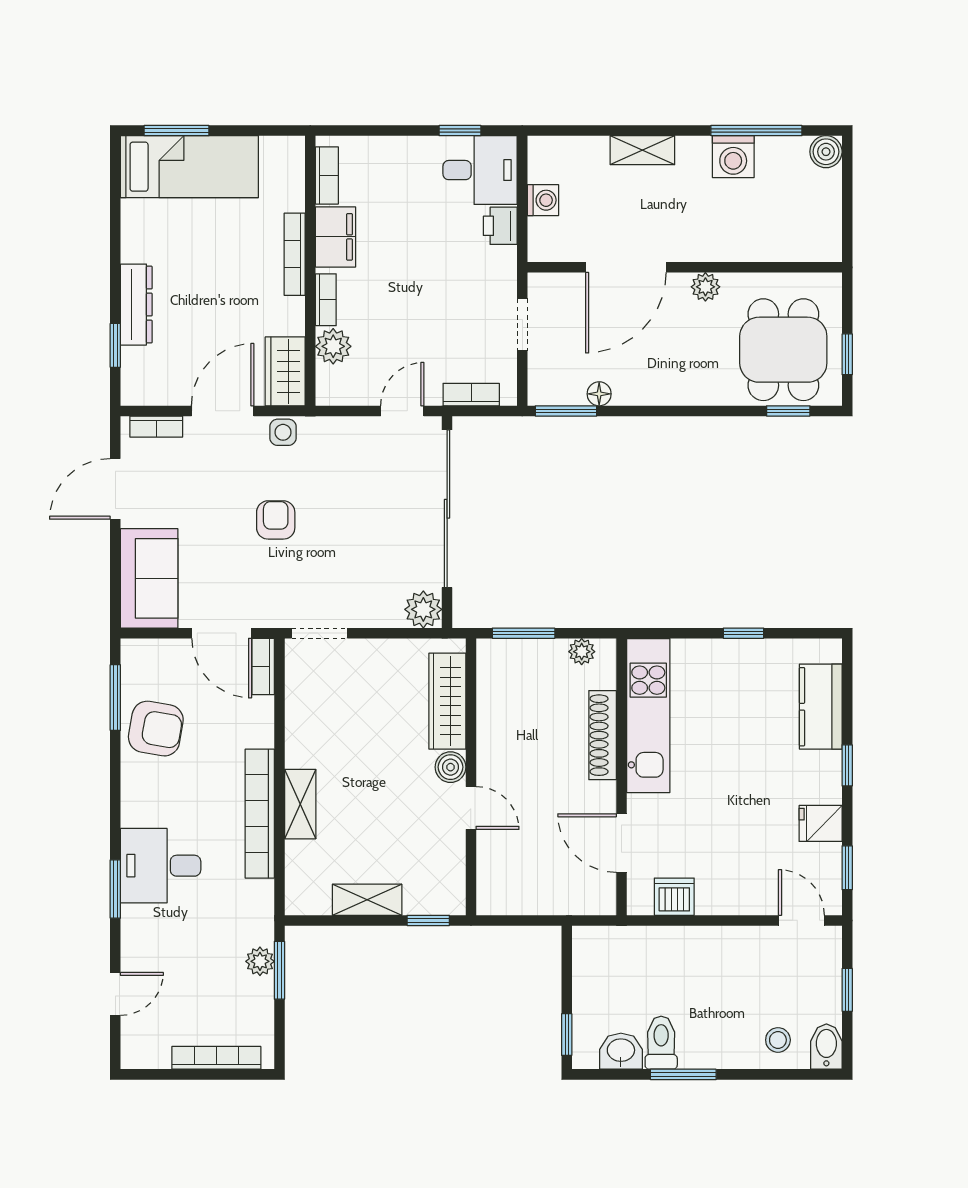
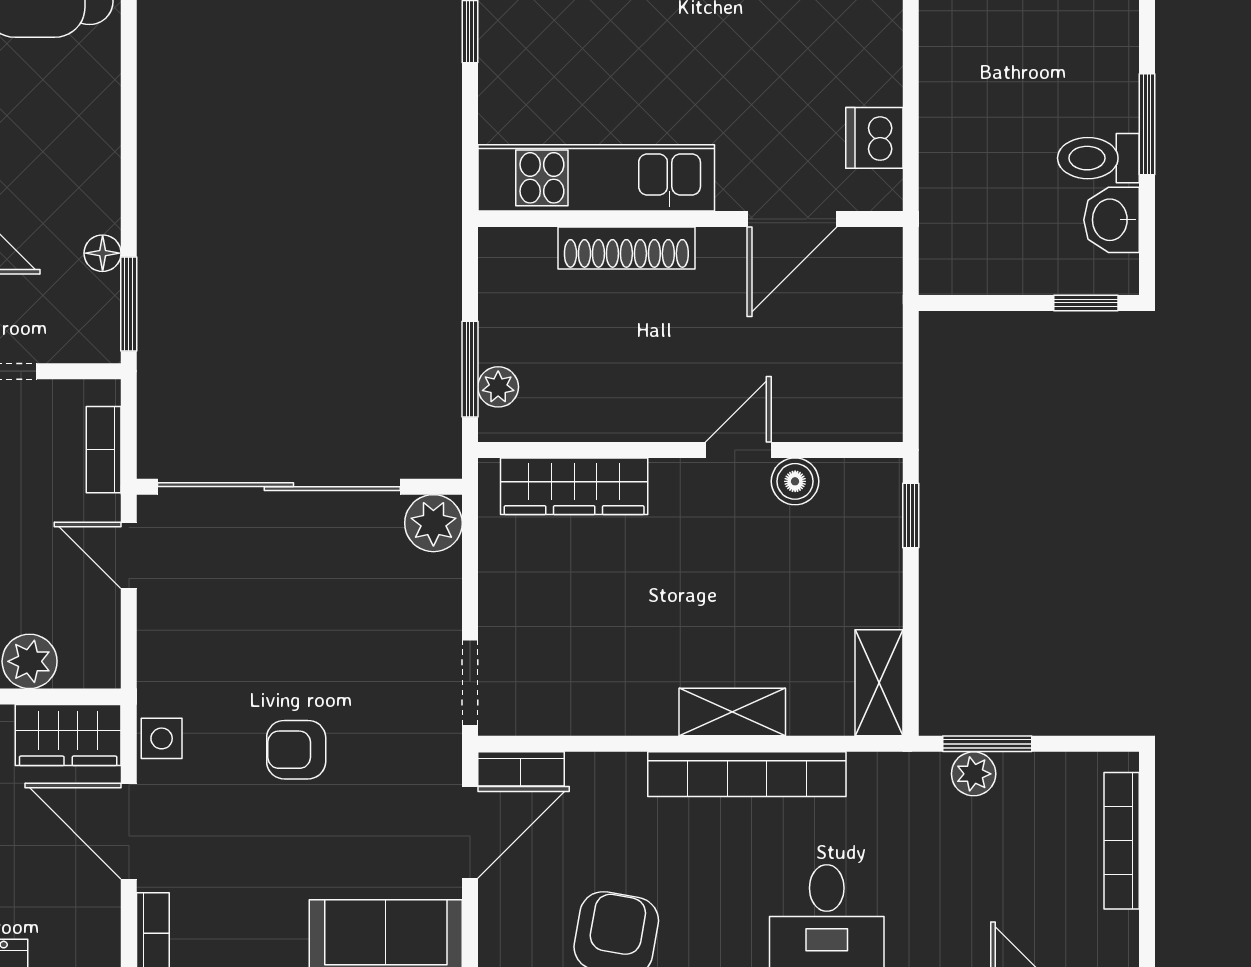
plant: (582, 652) -> (498, 387), moved
boiler: (451, 767) -> (795, 481), moved
shelving: (367, 900) -> (879, 683), moved

